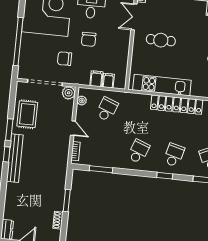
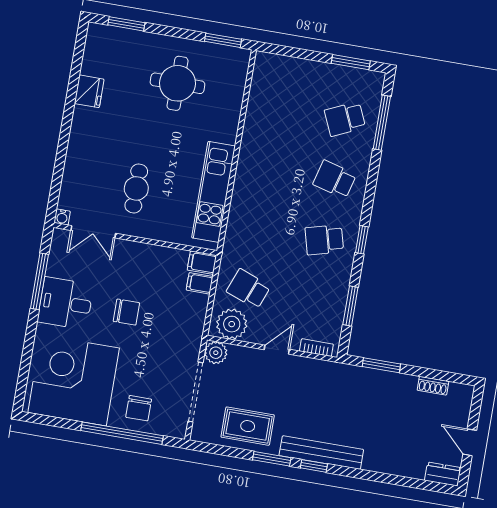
chair: (65, 59) -> (139, 408), moved
filing cabinet: (96, 79) -> (202, 263), moved
plant: (82, 101) -> (232, 324), width x1.88, depth x1.88
locker: (177, 105) -> (249, 169), removed
school desk: (138, 151) -> (324, 240), turned -36
window: (165, 176) -> (362, 240), moved
window: (67, 201) -> (381, 365), moved

